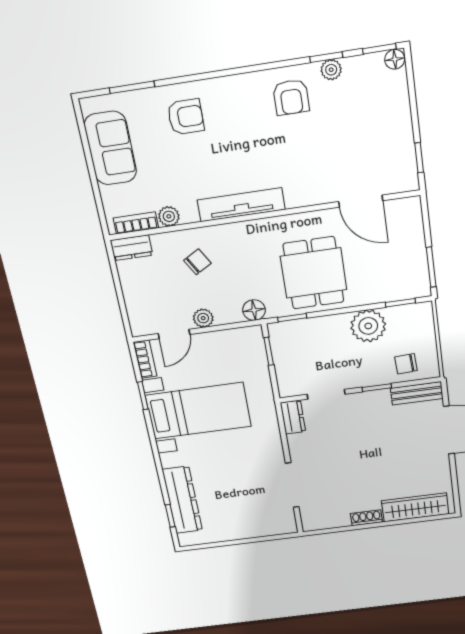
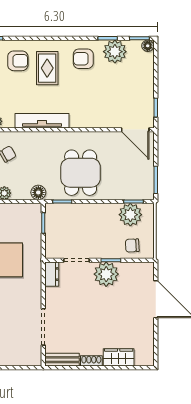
plant: (331, 70) -> (115, 52), width x1.88, depth x1.88
armchair: (291, 97) -> (83, 59), turned 90
rug: (235, 121) -> (47, 68), added
door: (361, 201) -> (135, 130), moved
plant: (368, 326) -> (130, 215), moved
bench: (417, 393) -> (62, 360), moved
plant: (372, 407) -> (106, 274), added
wardrobe: (415, 507) -> (119, 357), width x0.67

